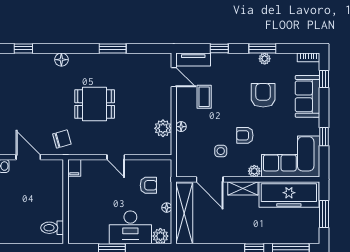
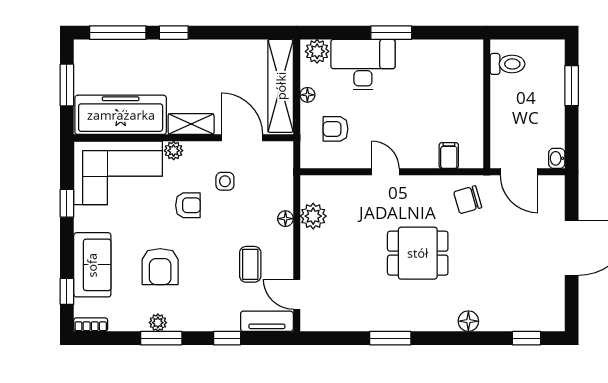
wall: (66, 202) -> (487, 104), moved
toilet: (52, 228) -> (507, 64), moved

